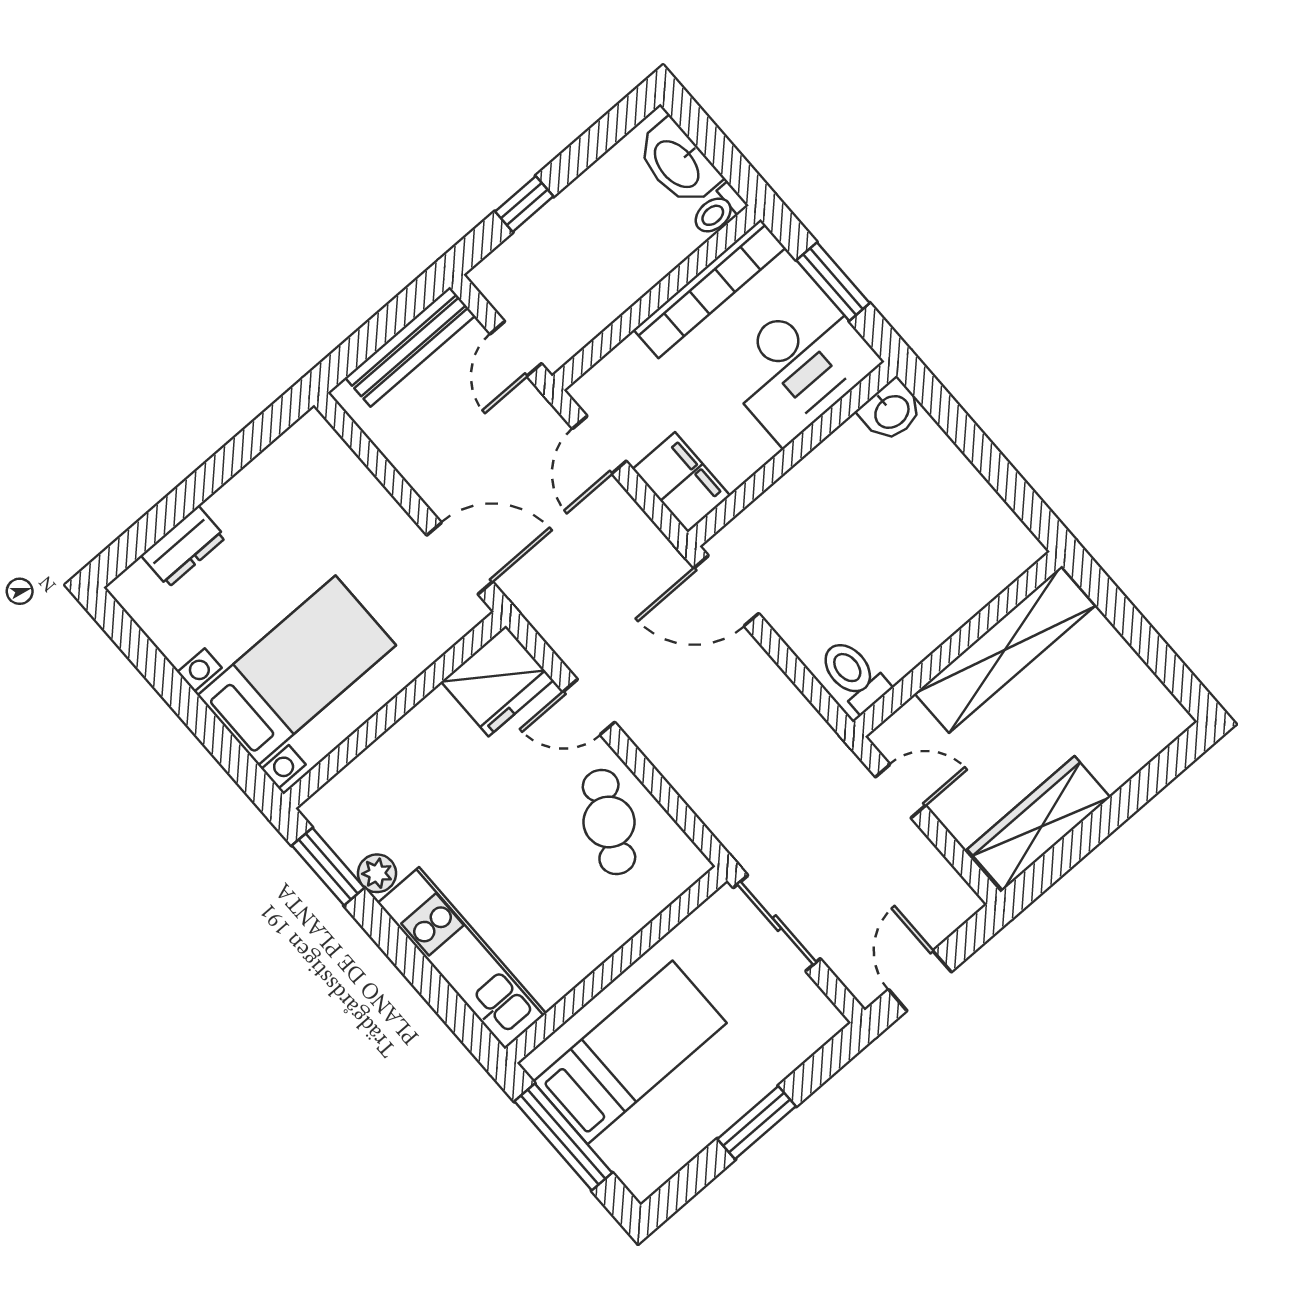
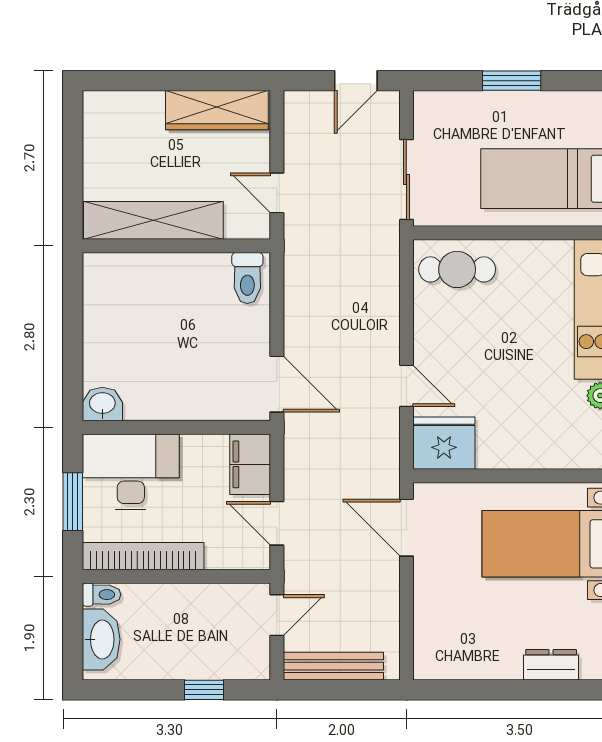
door: (599, 445) -> (277, 523), swing flipped
cafe table: (609, 822) -> (457, 269), moved, turned 62

